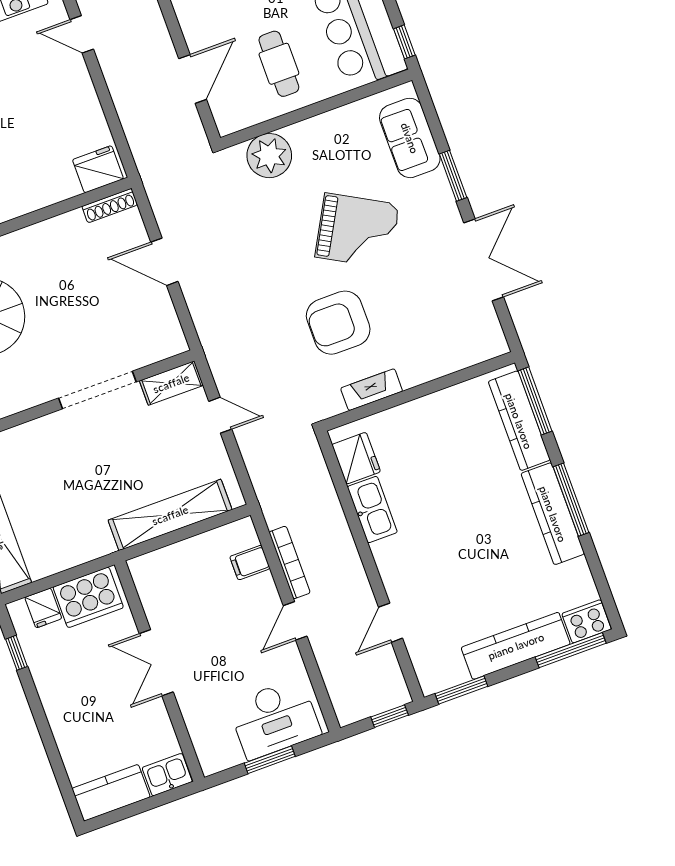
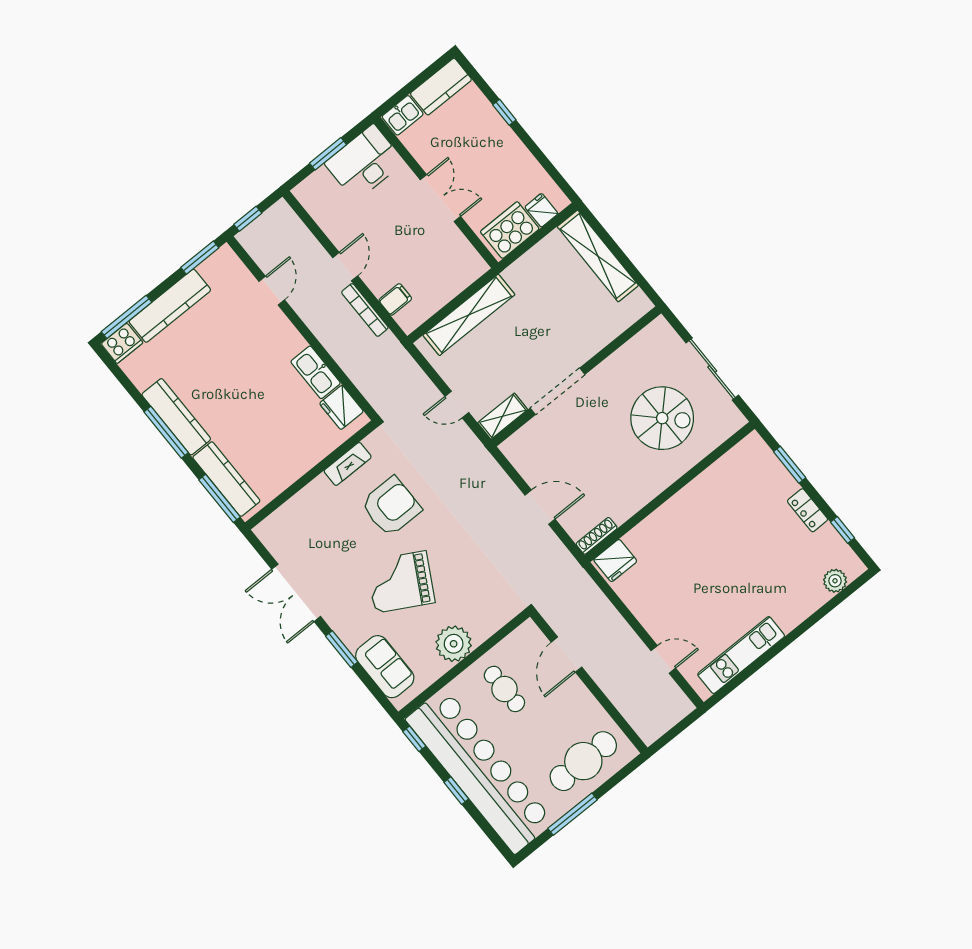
plant: (269, 156) -> (454, 644), moved
window: (16, 653) -> (504, 112), moved
desk: (275, 719) -> (364, 163), moved

